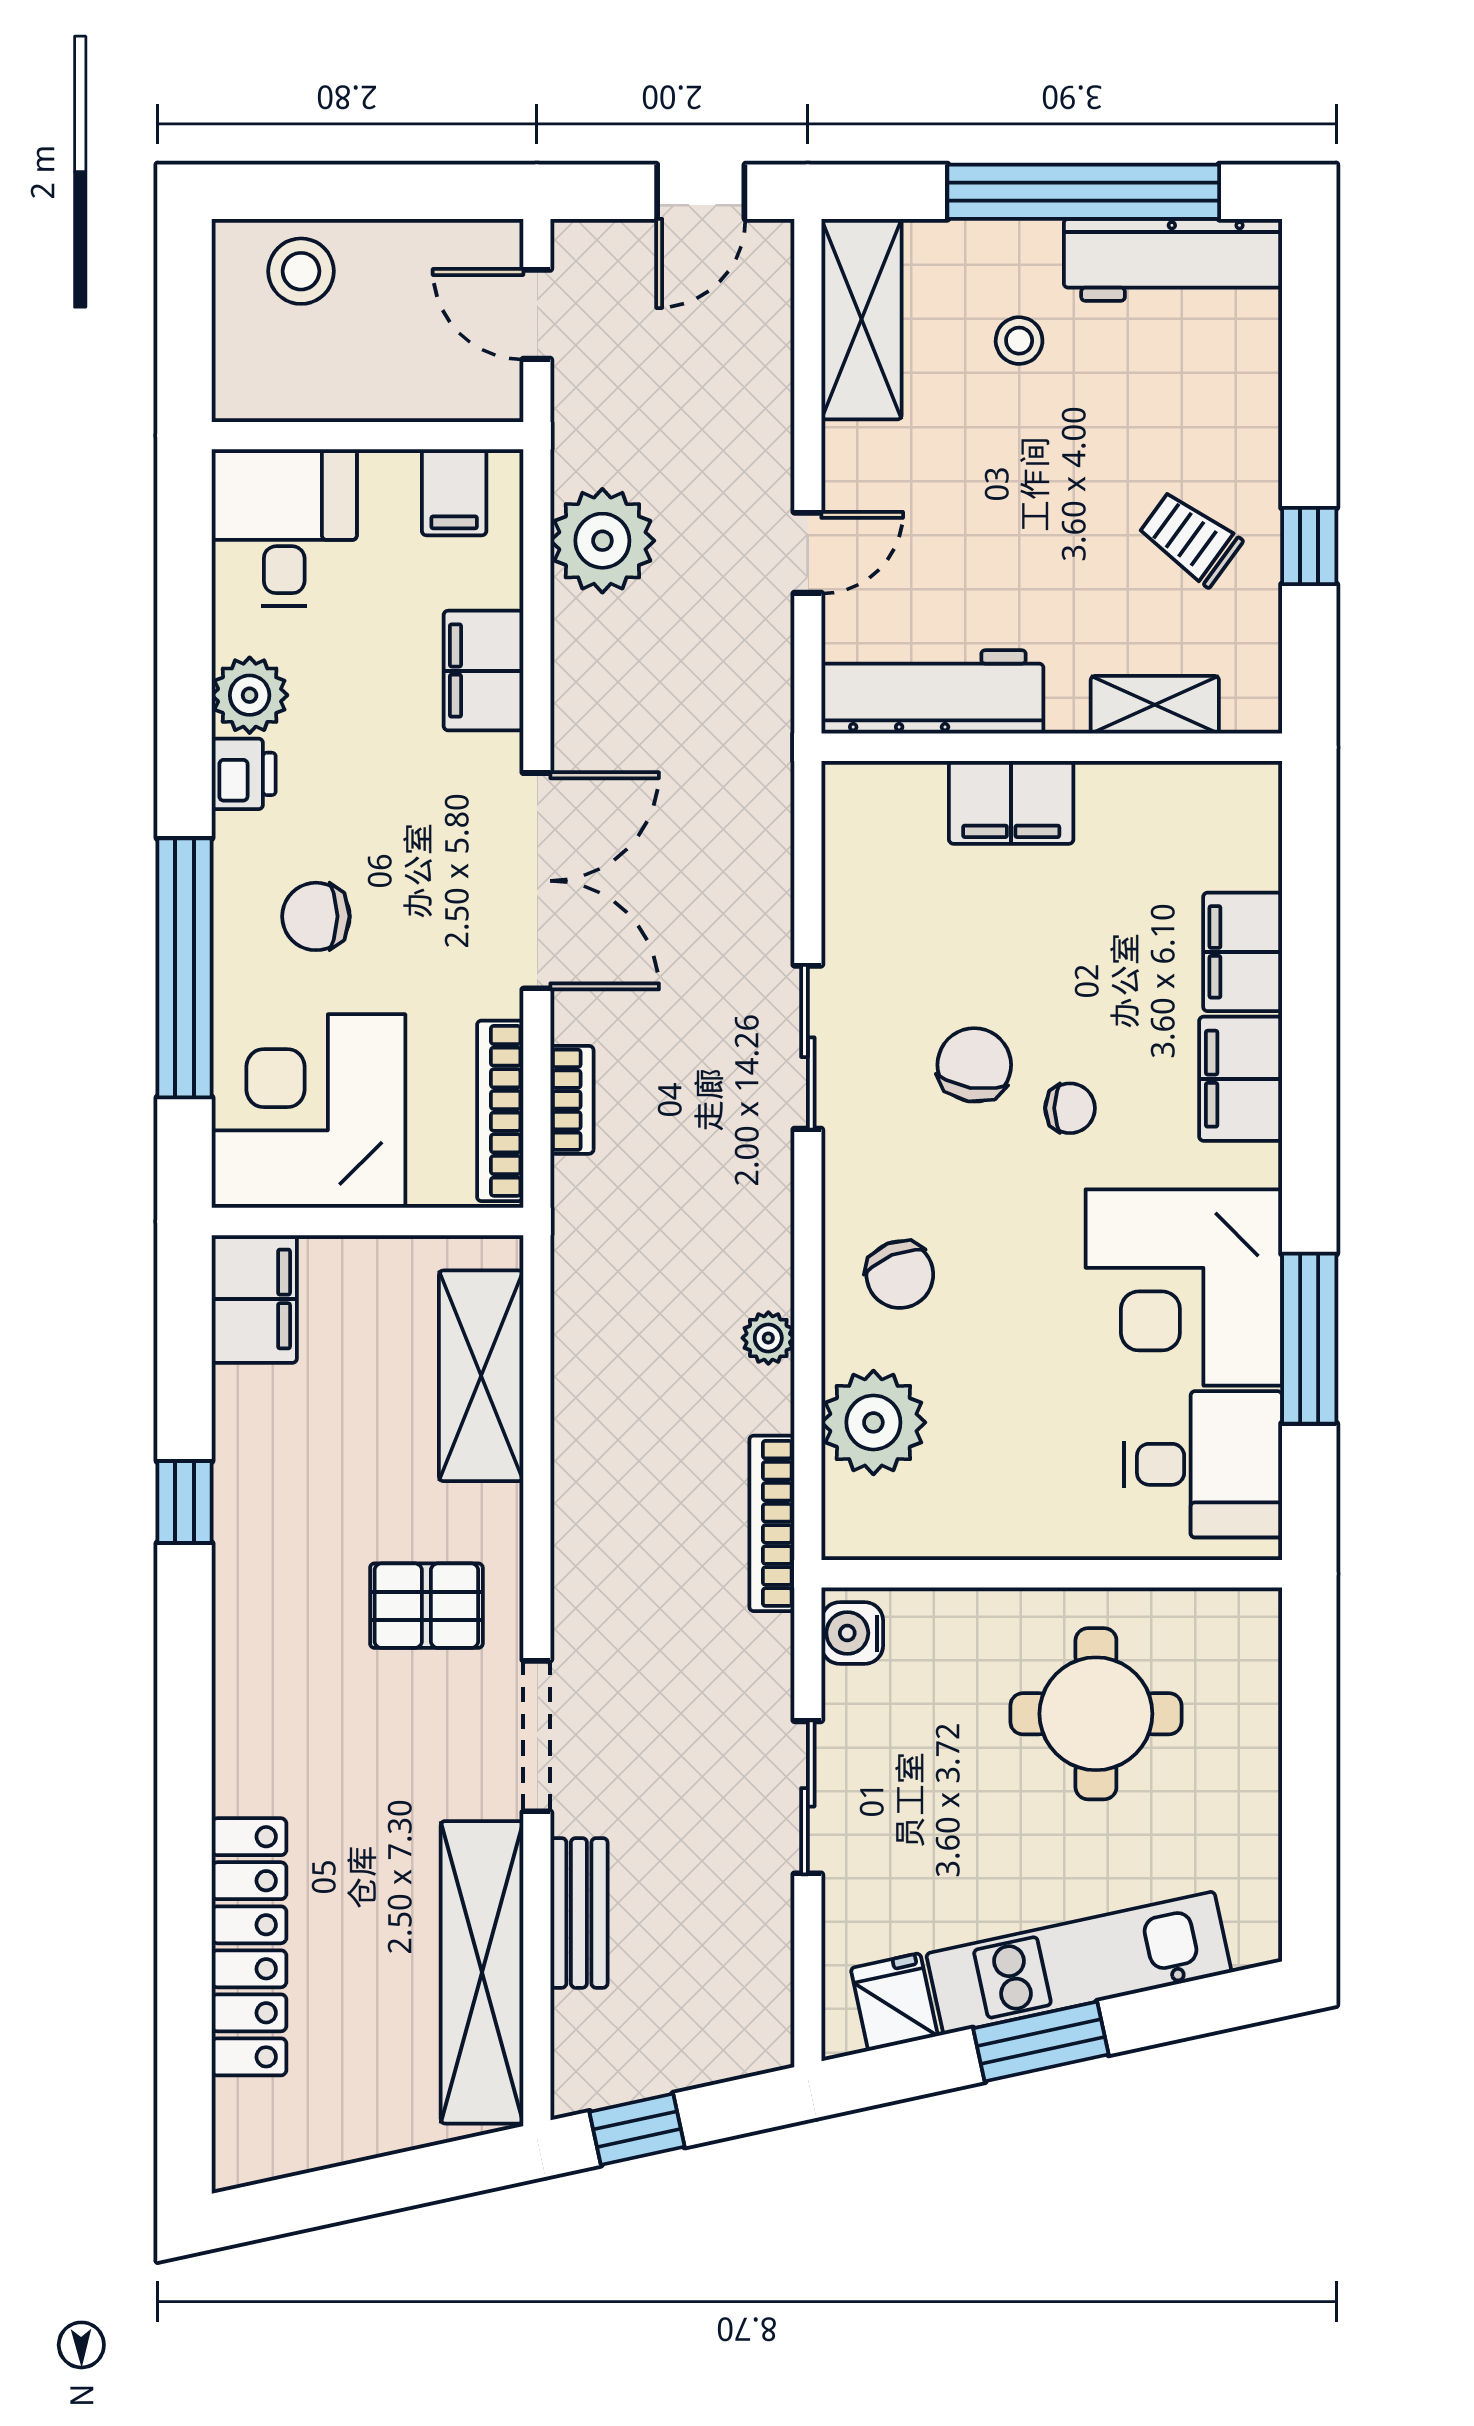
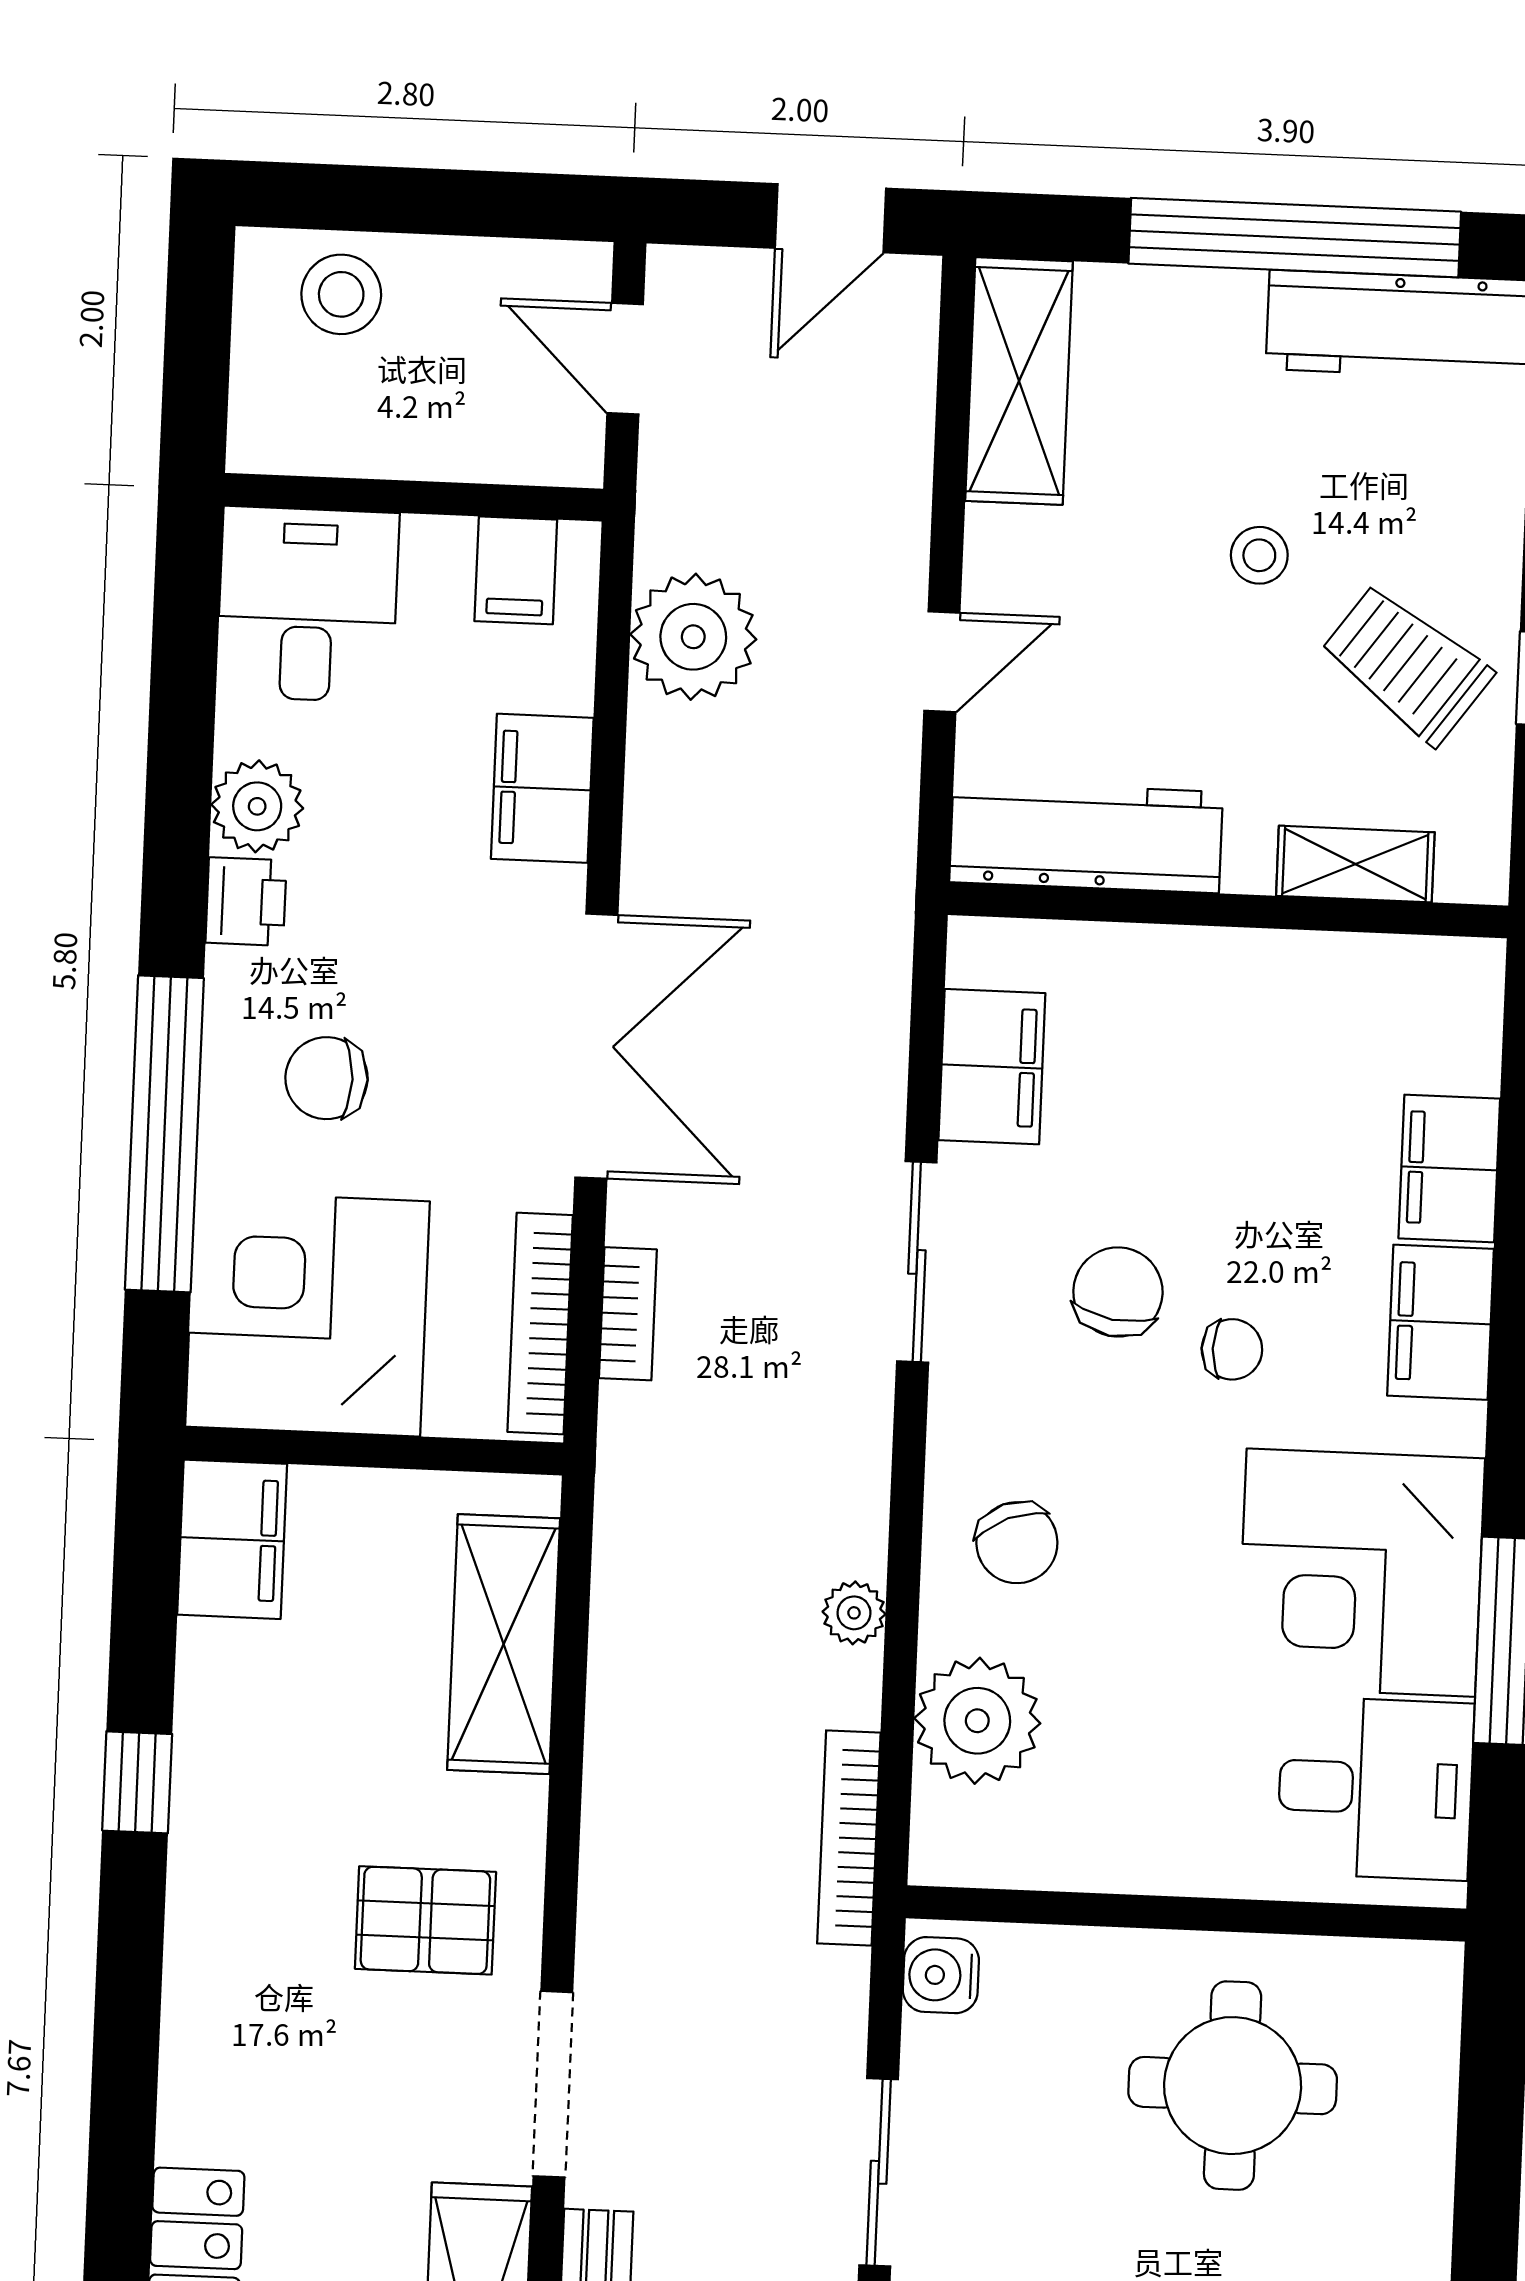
stool: (1019, 341) -> (1259, 555), moved
trolley: (1190, 538) -> (1407, 664), width x1.36, depth x1.39
filing cabinet: (1011, 802) -> (992, 1067), moved, turned -90

